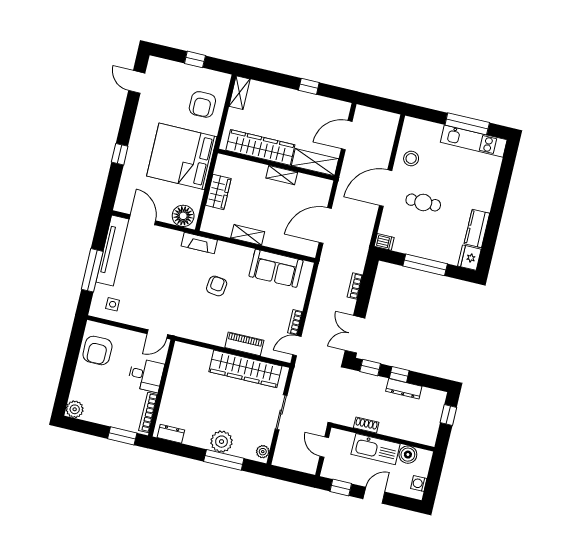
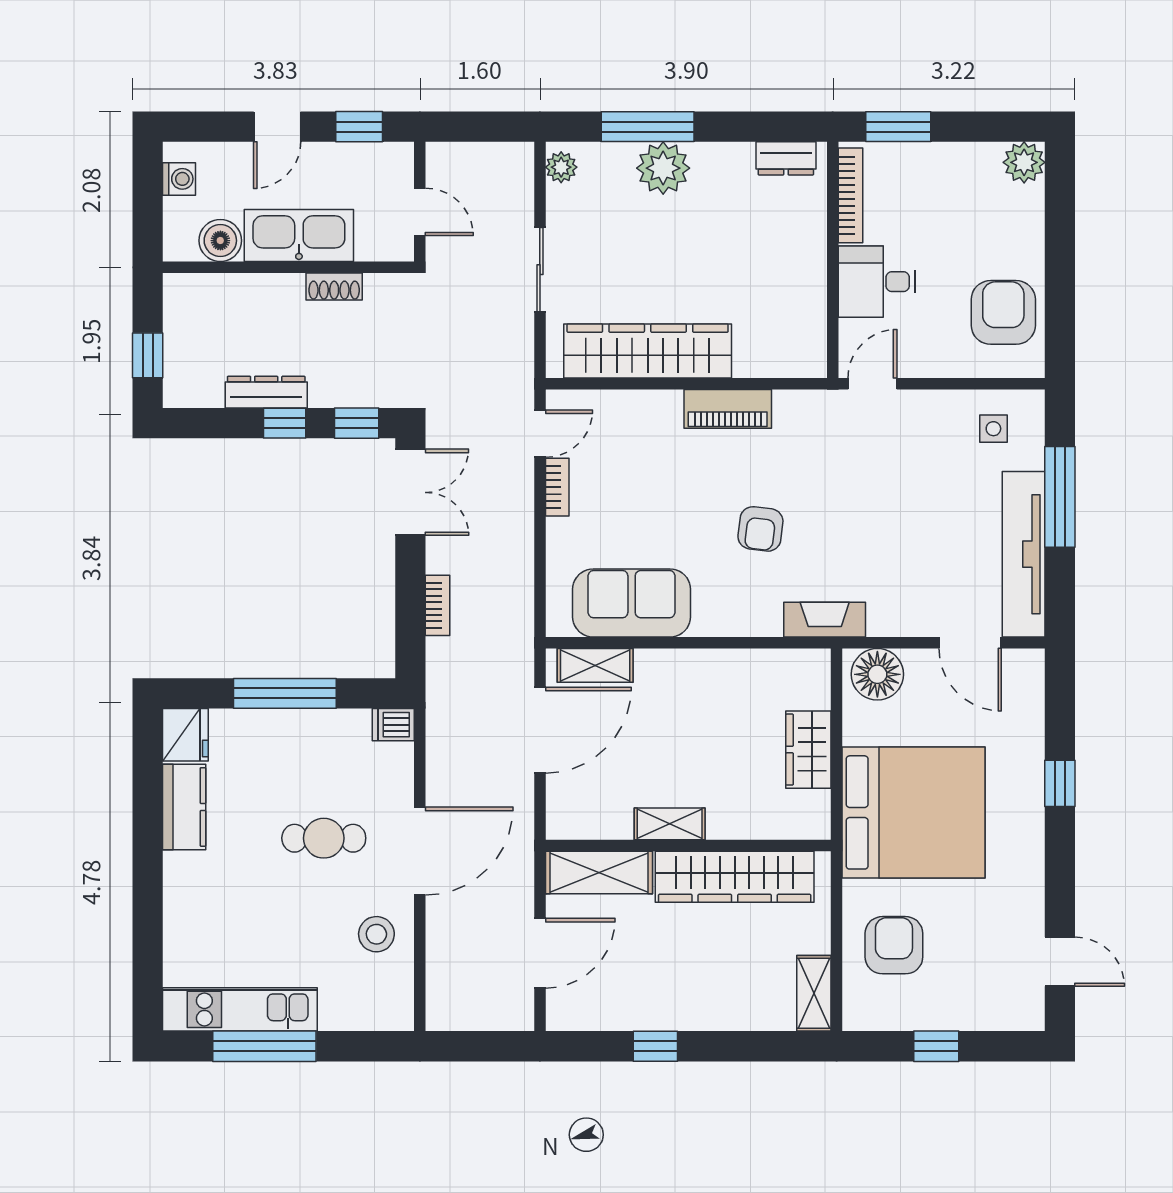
shelving: (248, 235) -> (595, 665), moved
piano: (244, 344) -> (728, 409), moved

